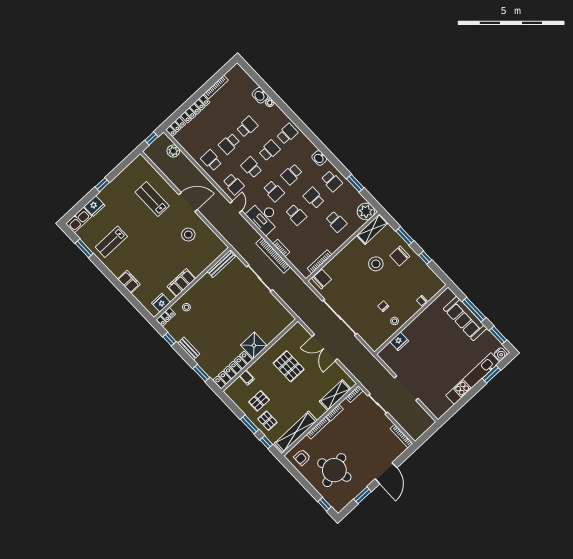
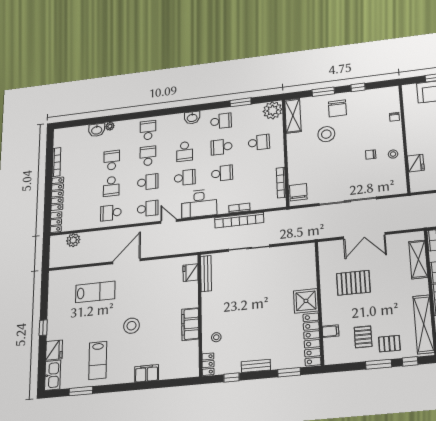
window: (151, 138) -> (46, 251), removed
school desk: (251, 167) -> (148, 182), turned 180
lab bench: (152, 199) -> (95, 292), turned 180
stool: (188, 235) -> (131, 326), moved
fridge: (161, 303) -> (191, 273), moved

